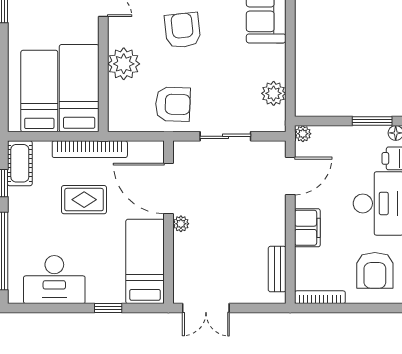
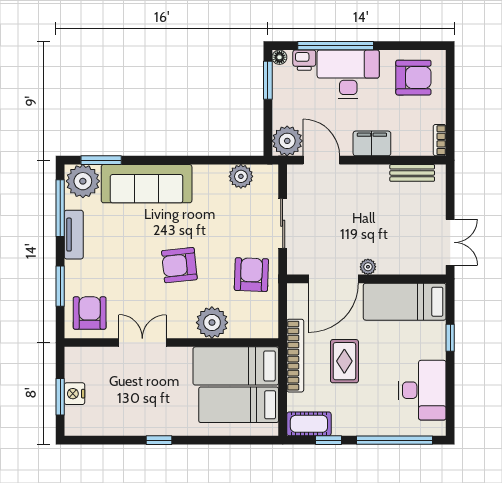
plant: (303, 134) -> (287, 141), width x1.88, depth x1.88
bookcase: (320, 297) -> (440, 140), width x0.64

